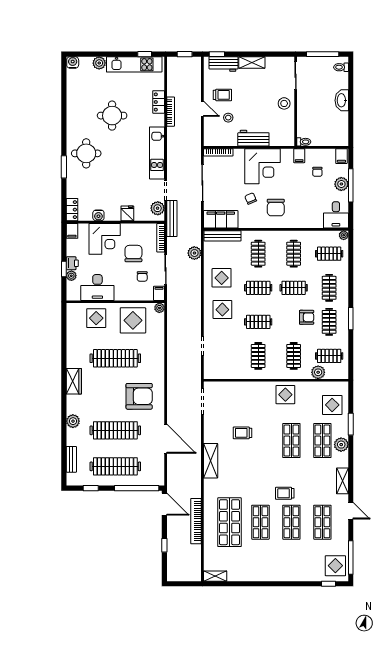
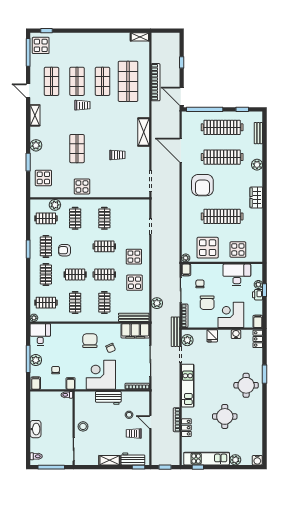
armchair: (139, 396) -> (202, 185), turned -90
shop shelf: (322, 441) -> (51, 149), removed

